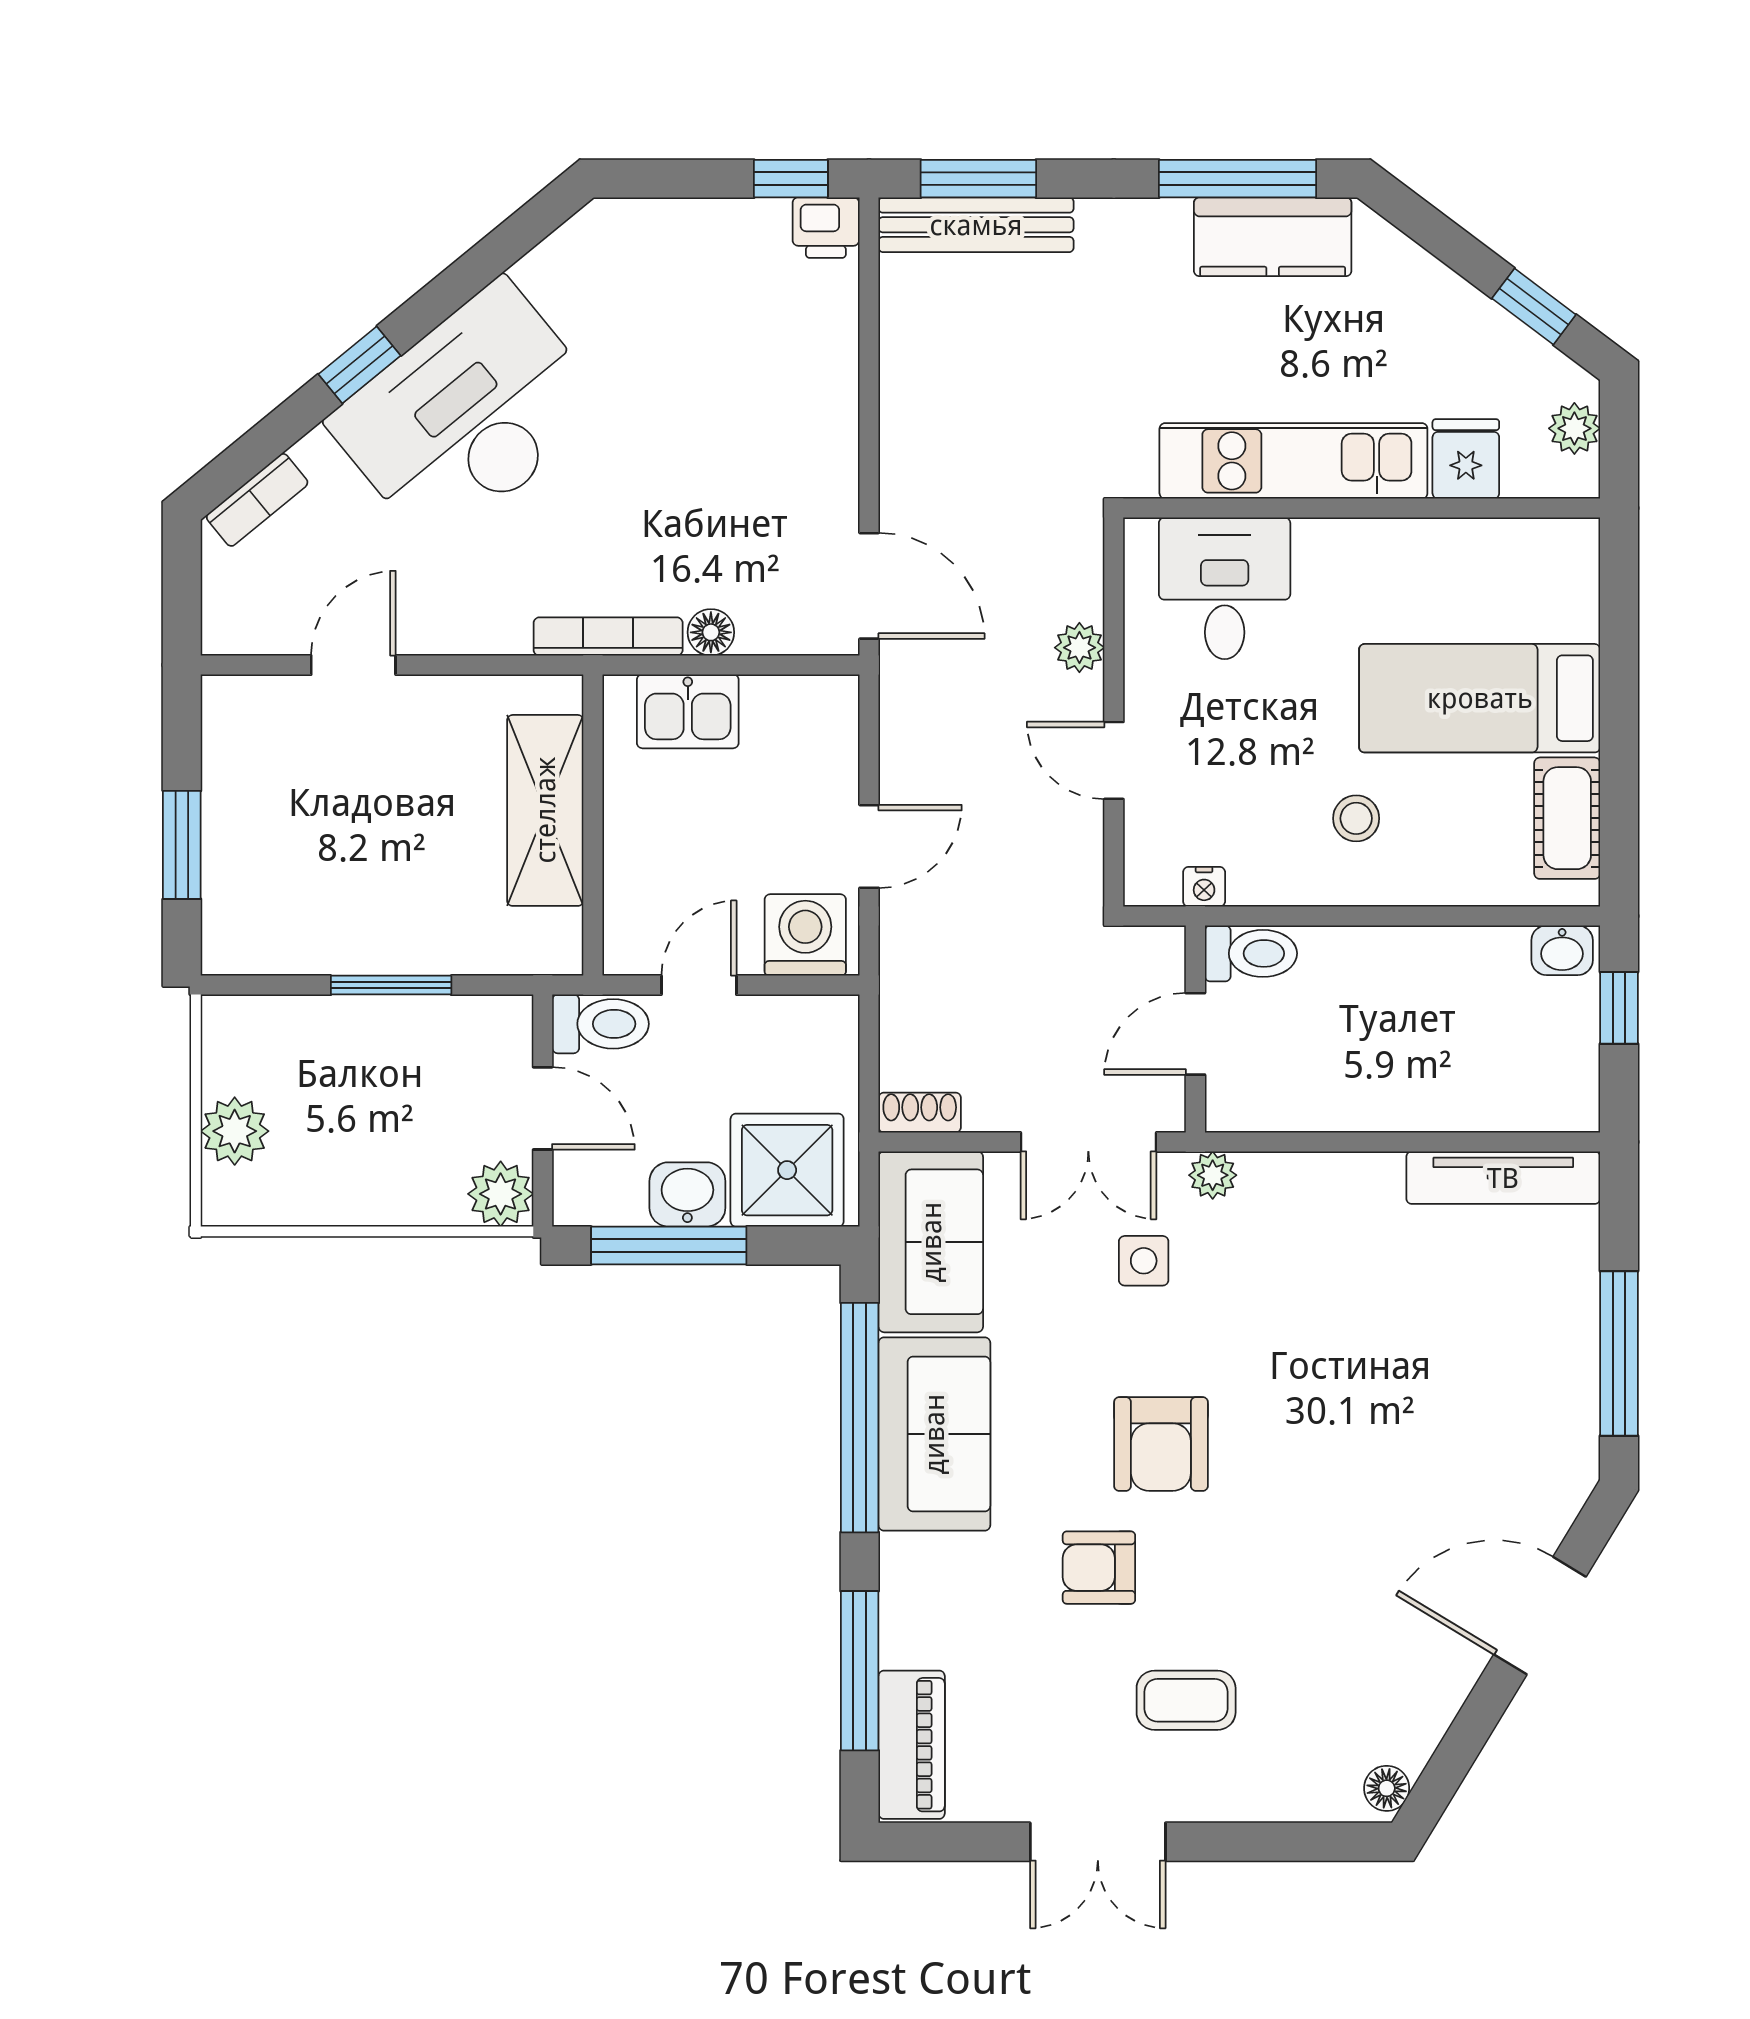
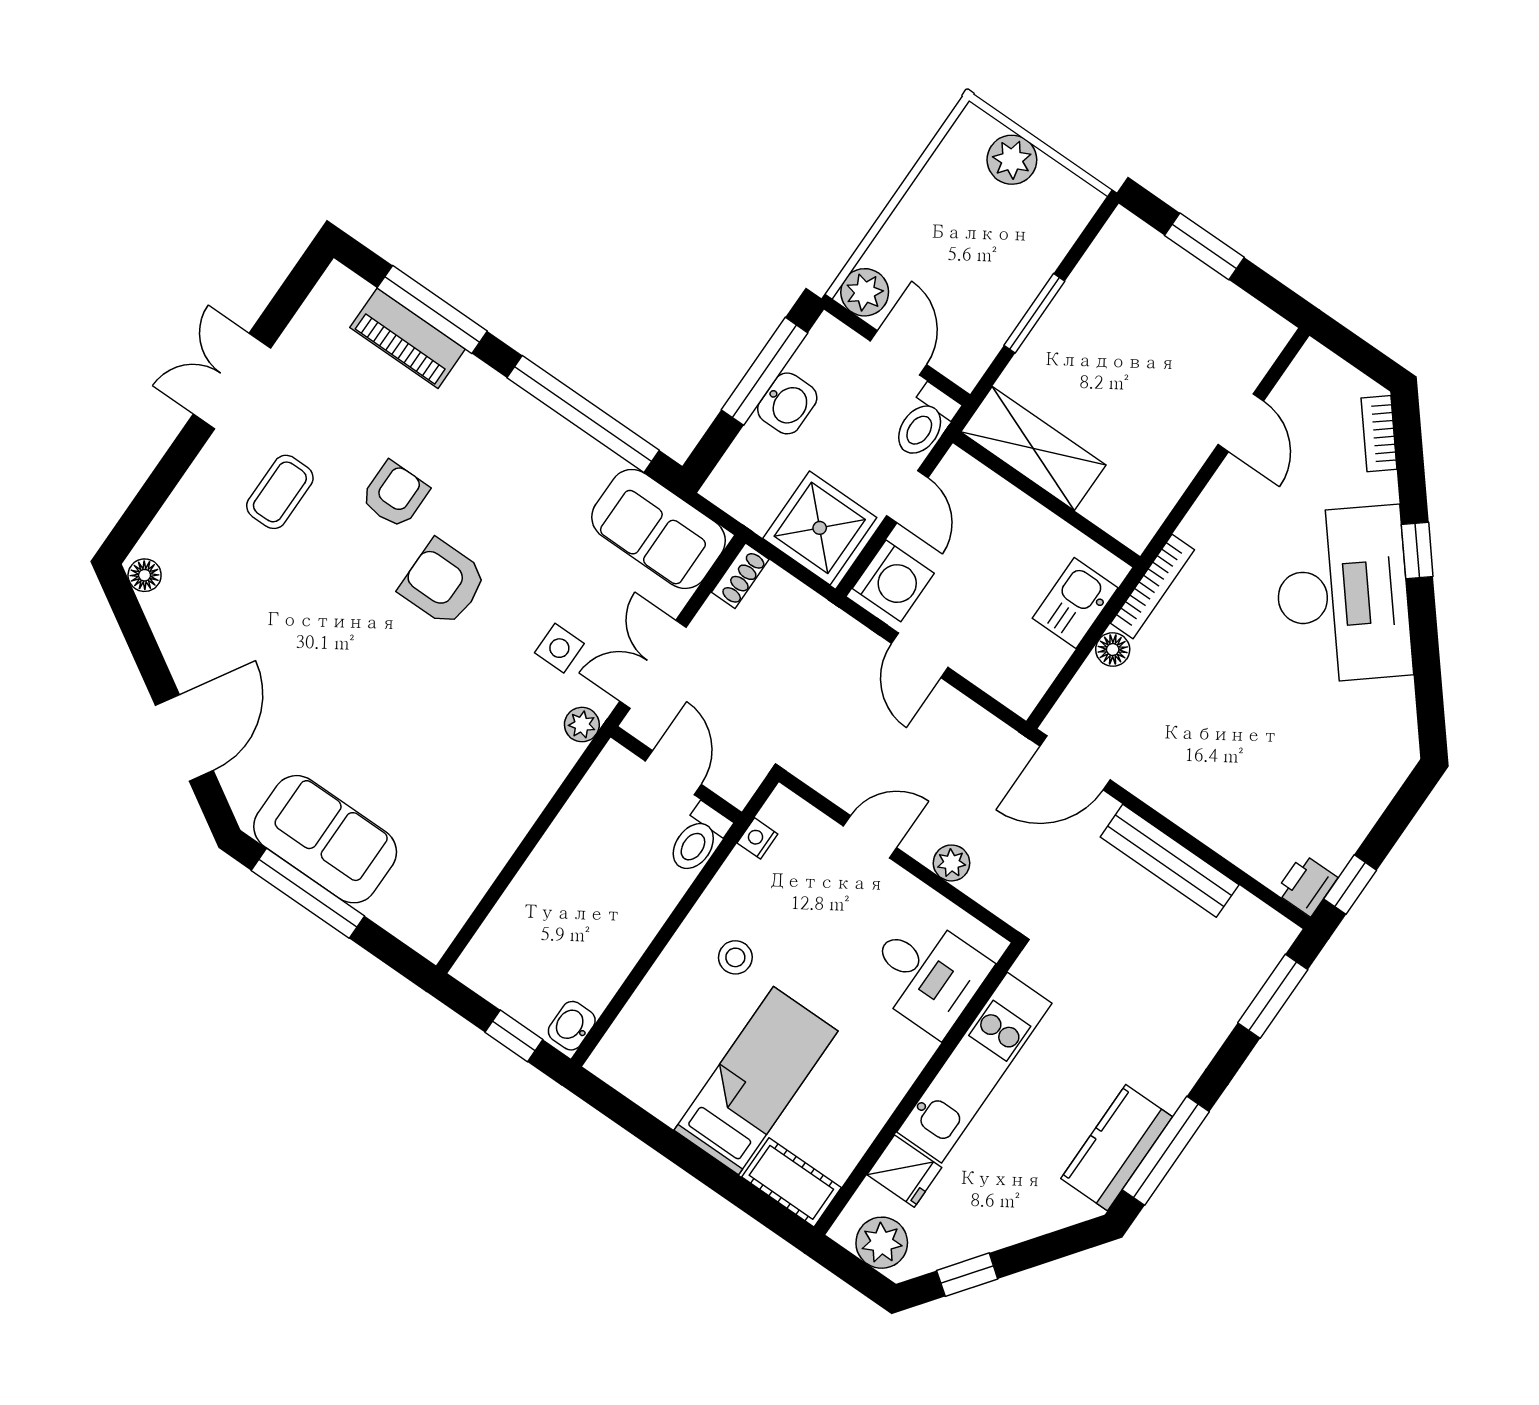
bench: (976, 225) -> (1170, 861), moved, turned 90
plant: (1574, 428) -> (882, 1243), width x1.38, depth x1.38
shelving: (545, 810) -> (1033, 448), moved
cot: (1567, 818) -> (791, 1182), moved
door: (543, 1108) -> (898, 353), swing flipped
shower: (787, 1170) -> (820, 528), moved
tv unit: (1503, 1178) -> (460, 897), removed
sofa: (934, 1434) -> (325, 839), moved, turned 180
piano: (912, 1745) -> (408, 338), moved

